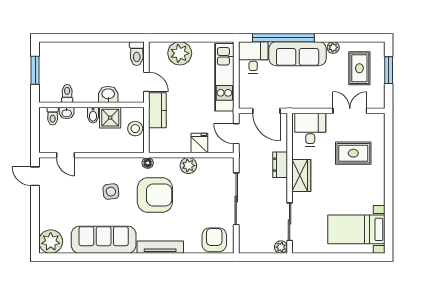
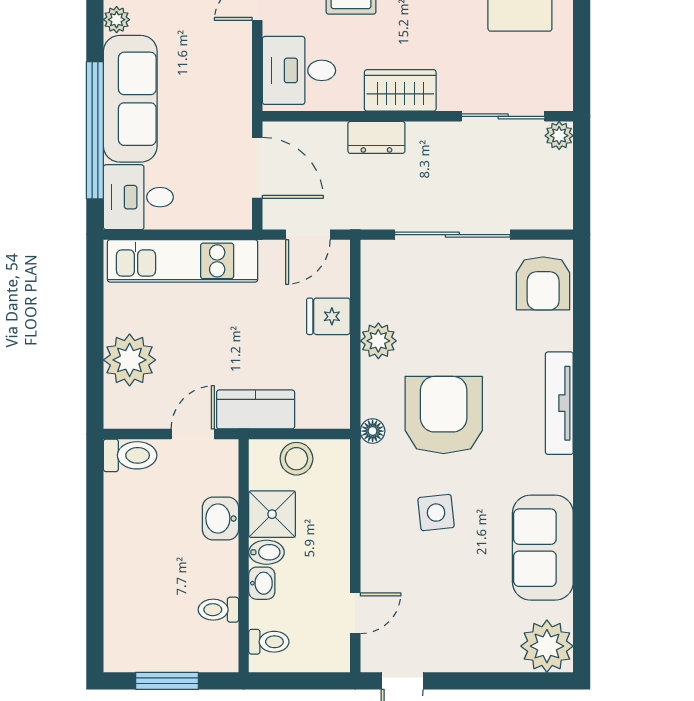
door: (266, 111) -> (257, 168), hinge flipped
washbasin: (67, 113) -> (262, 583), moved
sofa: (104, 240) -> (543, 548), width x0.73
armchair: (214, 240) -> (543, 283), turned -90

